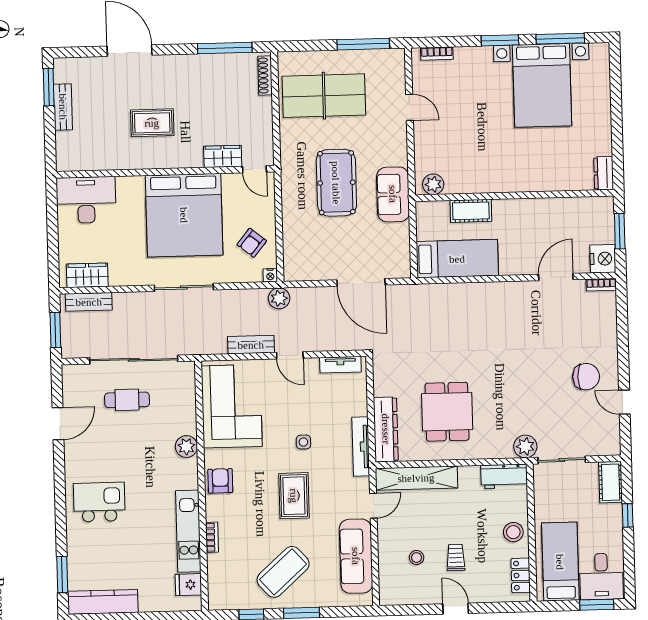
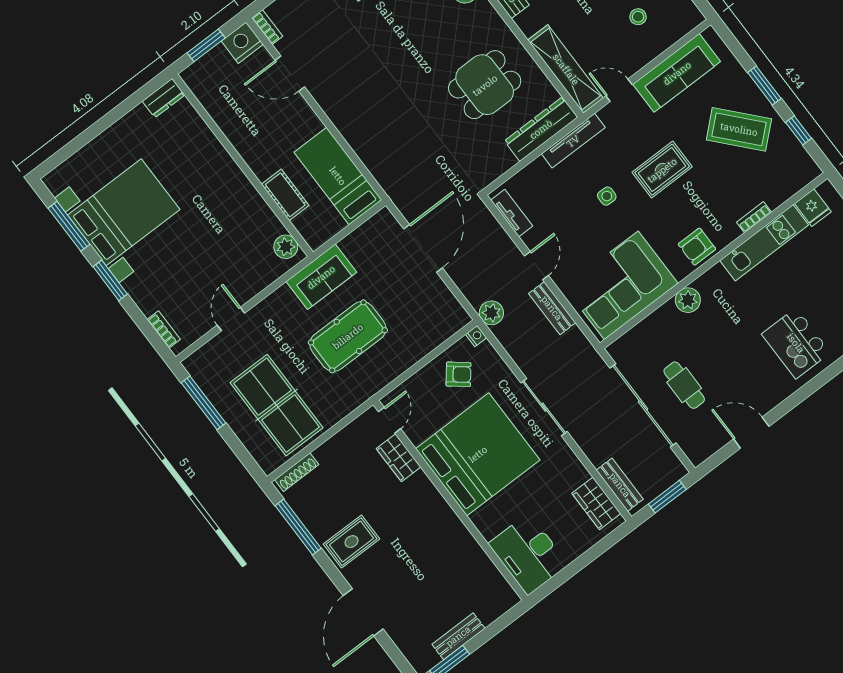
rug: (152, 123) -> (351, 542), moved, turned 90

